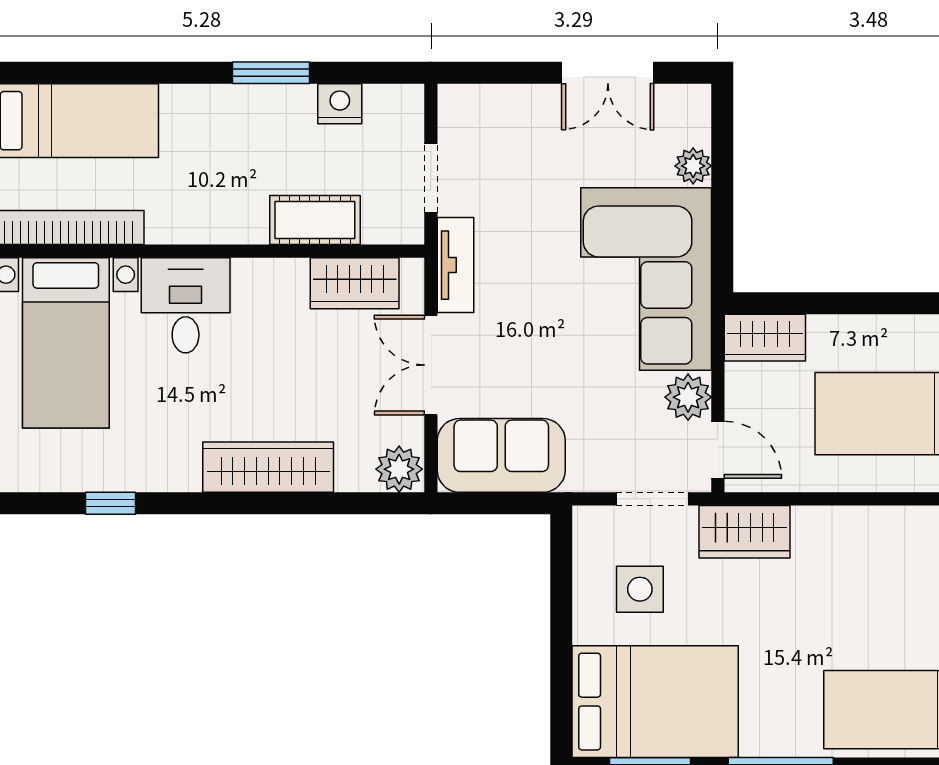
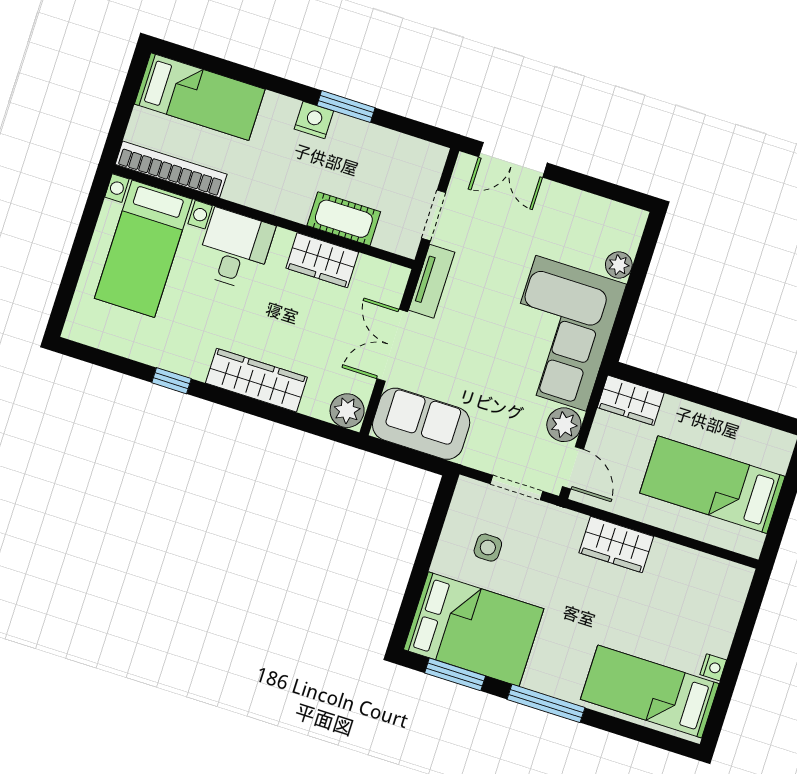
double door: (608, 73) -> (513, 160), moved
nightstand: (340, 104) -> (314, 120), moved
wardrobe: (355, 283) -> (322, 260), moved
window: (111, 503) -> (171, 381), moved
wardrobe: (745, 532) -> (616, 545), moved
side table: (640, 589) -> (488, 548), width x0.73, depth x0.73

